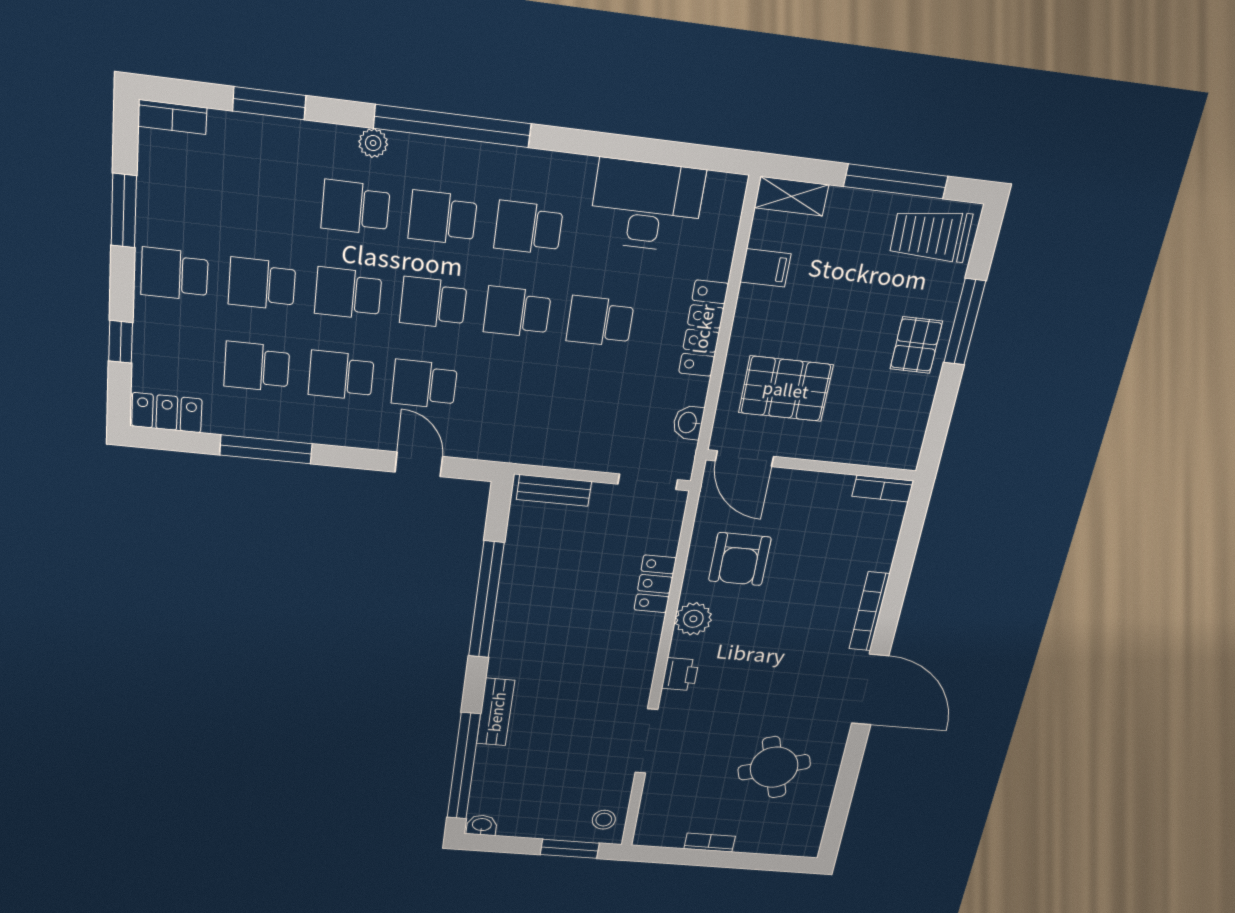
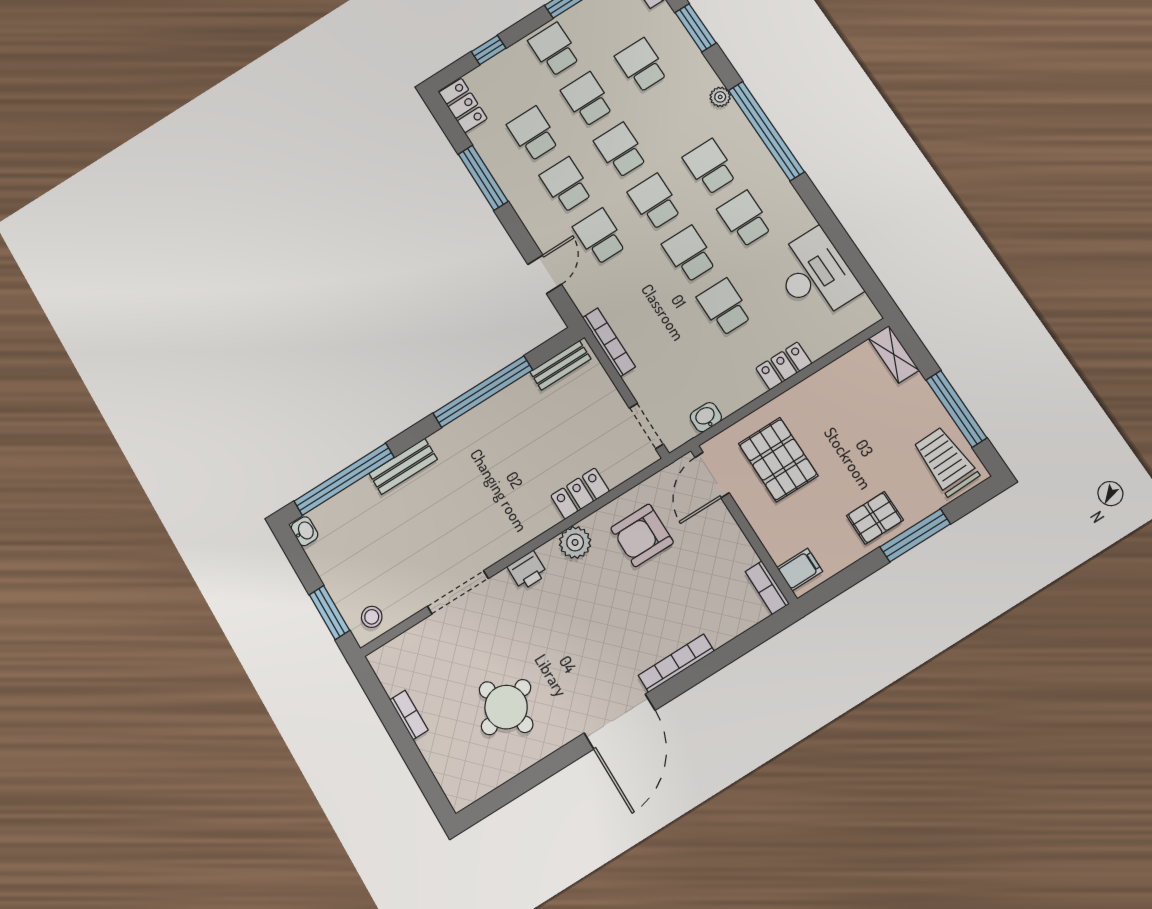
school desk: (356, 207) -> (641, 65), moved
filing cabinet: (765, 268) -> (800, 569), moved, turned -90
locker: (703, 329) -> (784, 366), width x0.66
bookcase: (538, 455) -> (609, 342), added
bench: (554, 490) -> (560, 365), moved, turned 90

